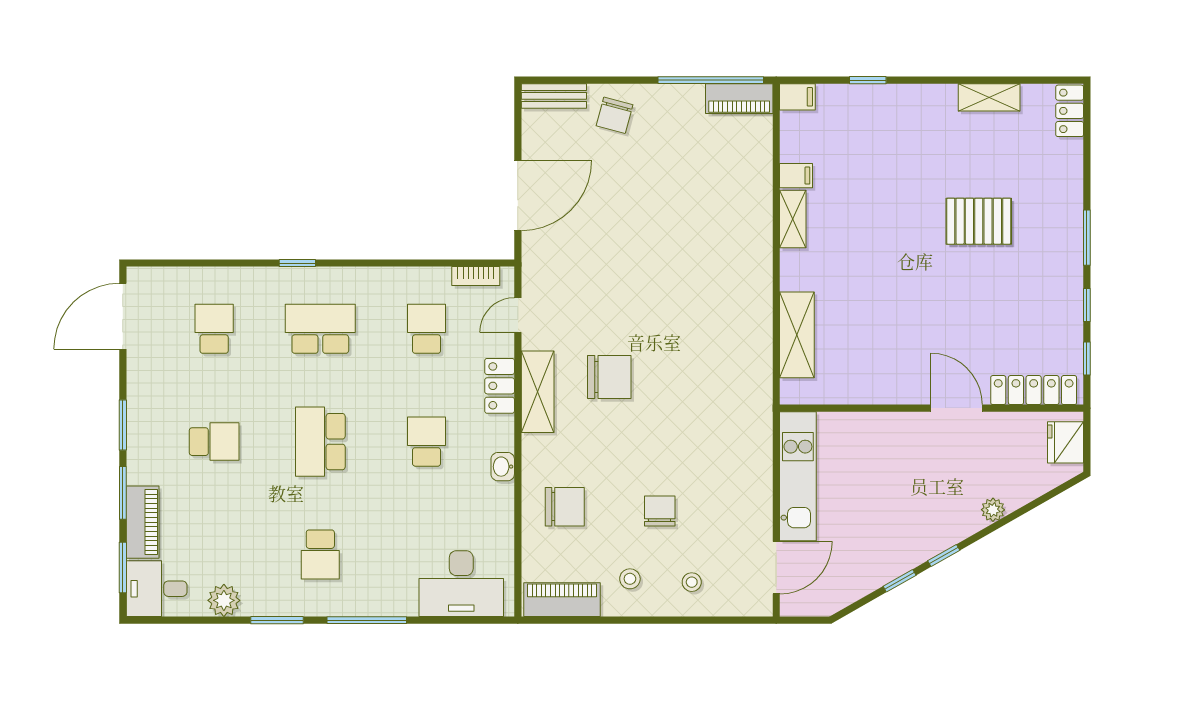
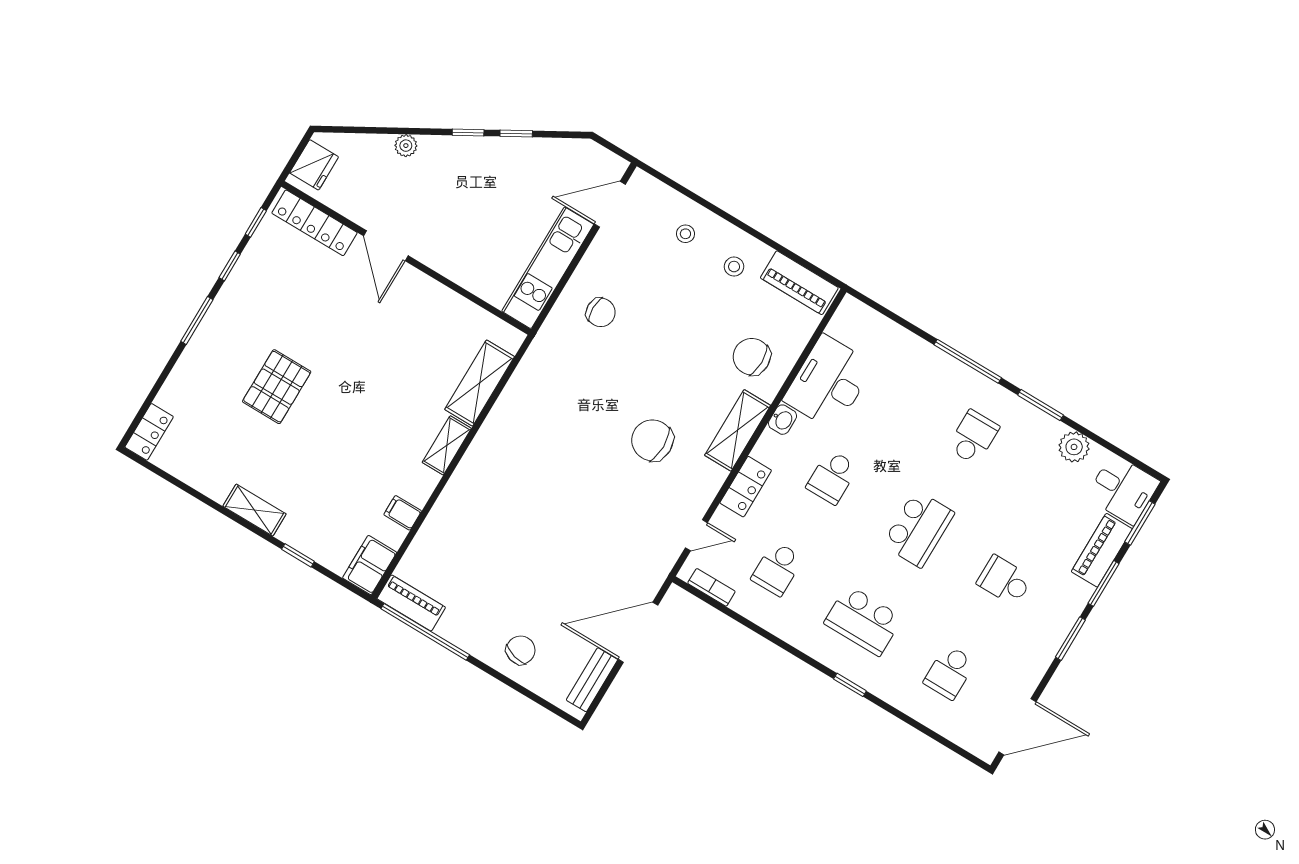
bench: (554, 96) -> (592, 680), moved, turned 90
filing cabinet: (797, 97) -> (370, 565), width x2.00
shelving: (989, 97) -> (254, 510), moved
shelving: (793, 219) -> (447, 445), moved
pallet: (979, 221) -> (277, 387), turned 90
shelving: (538, 392) -> (738, 430), moved
chair: (660, 511) -> (601, 312), moved, turned -90
desk: (461, 584) -> (829, 382), moved, turned -90

